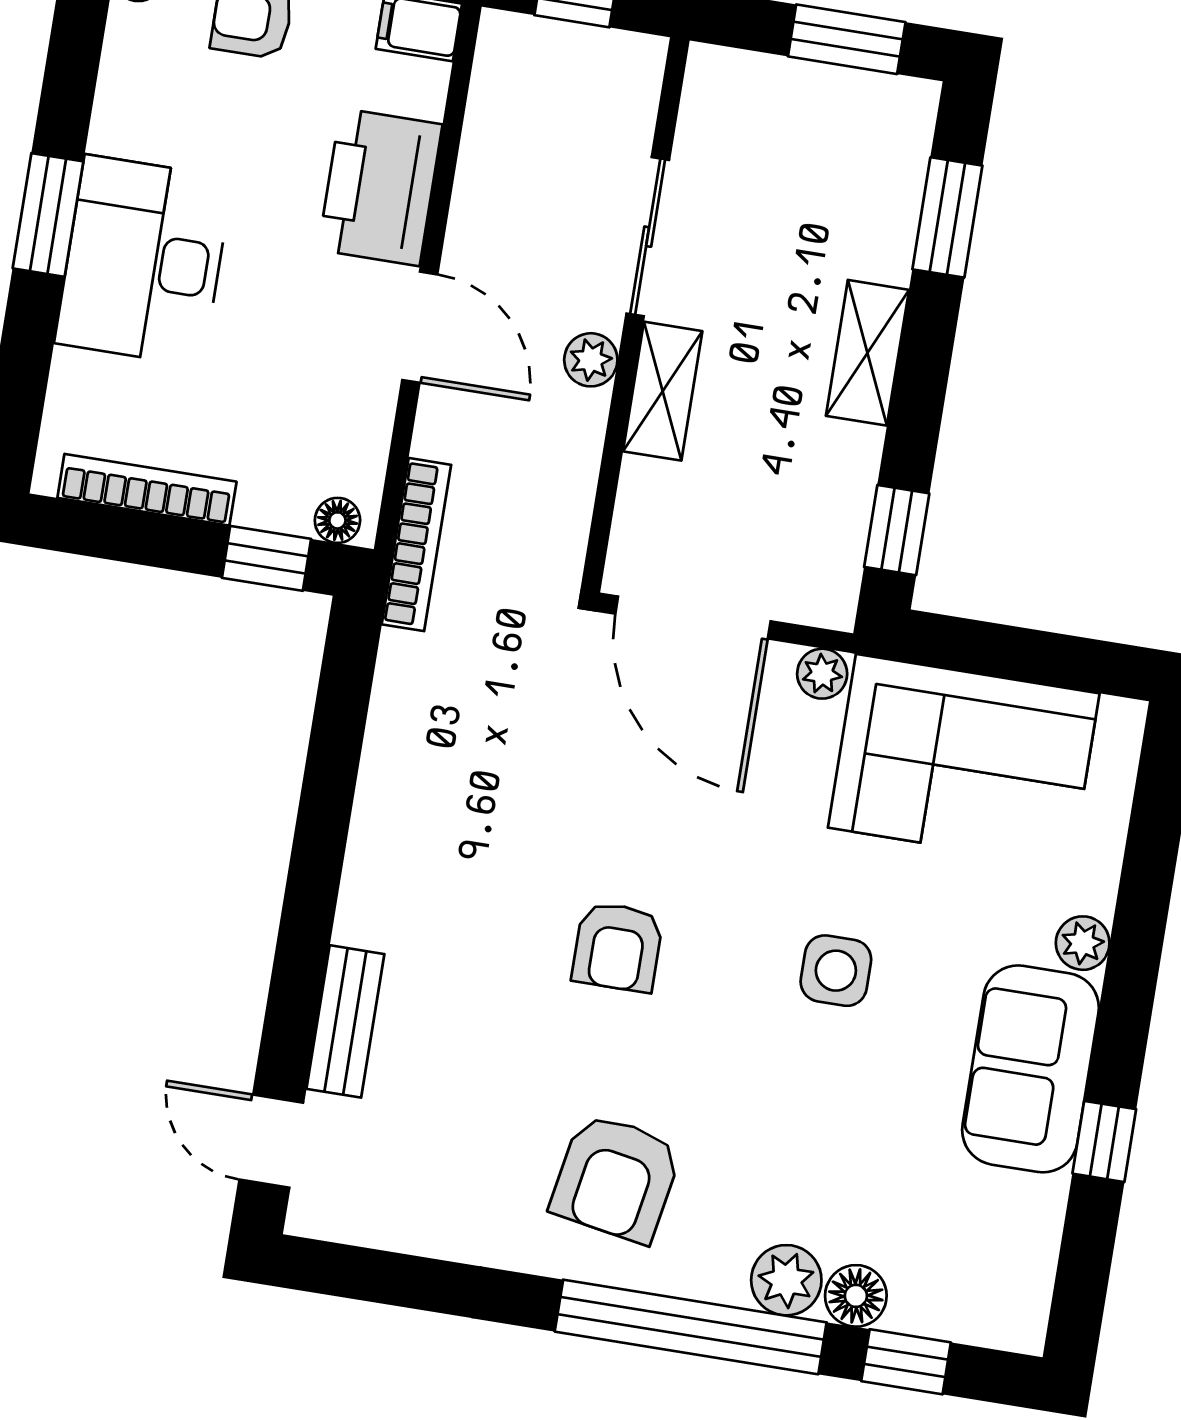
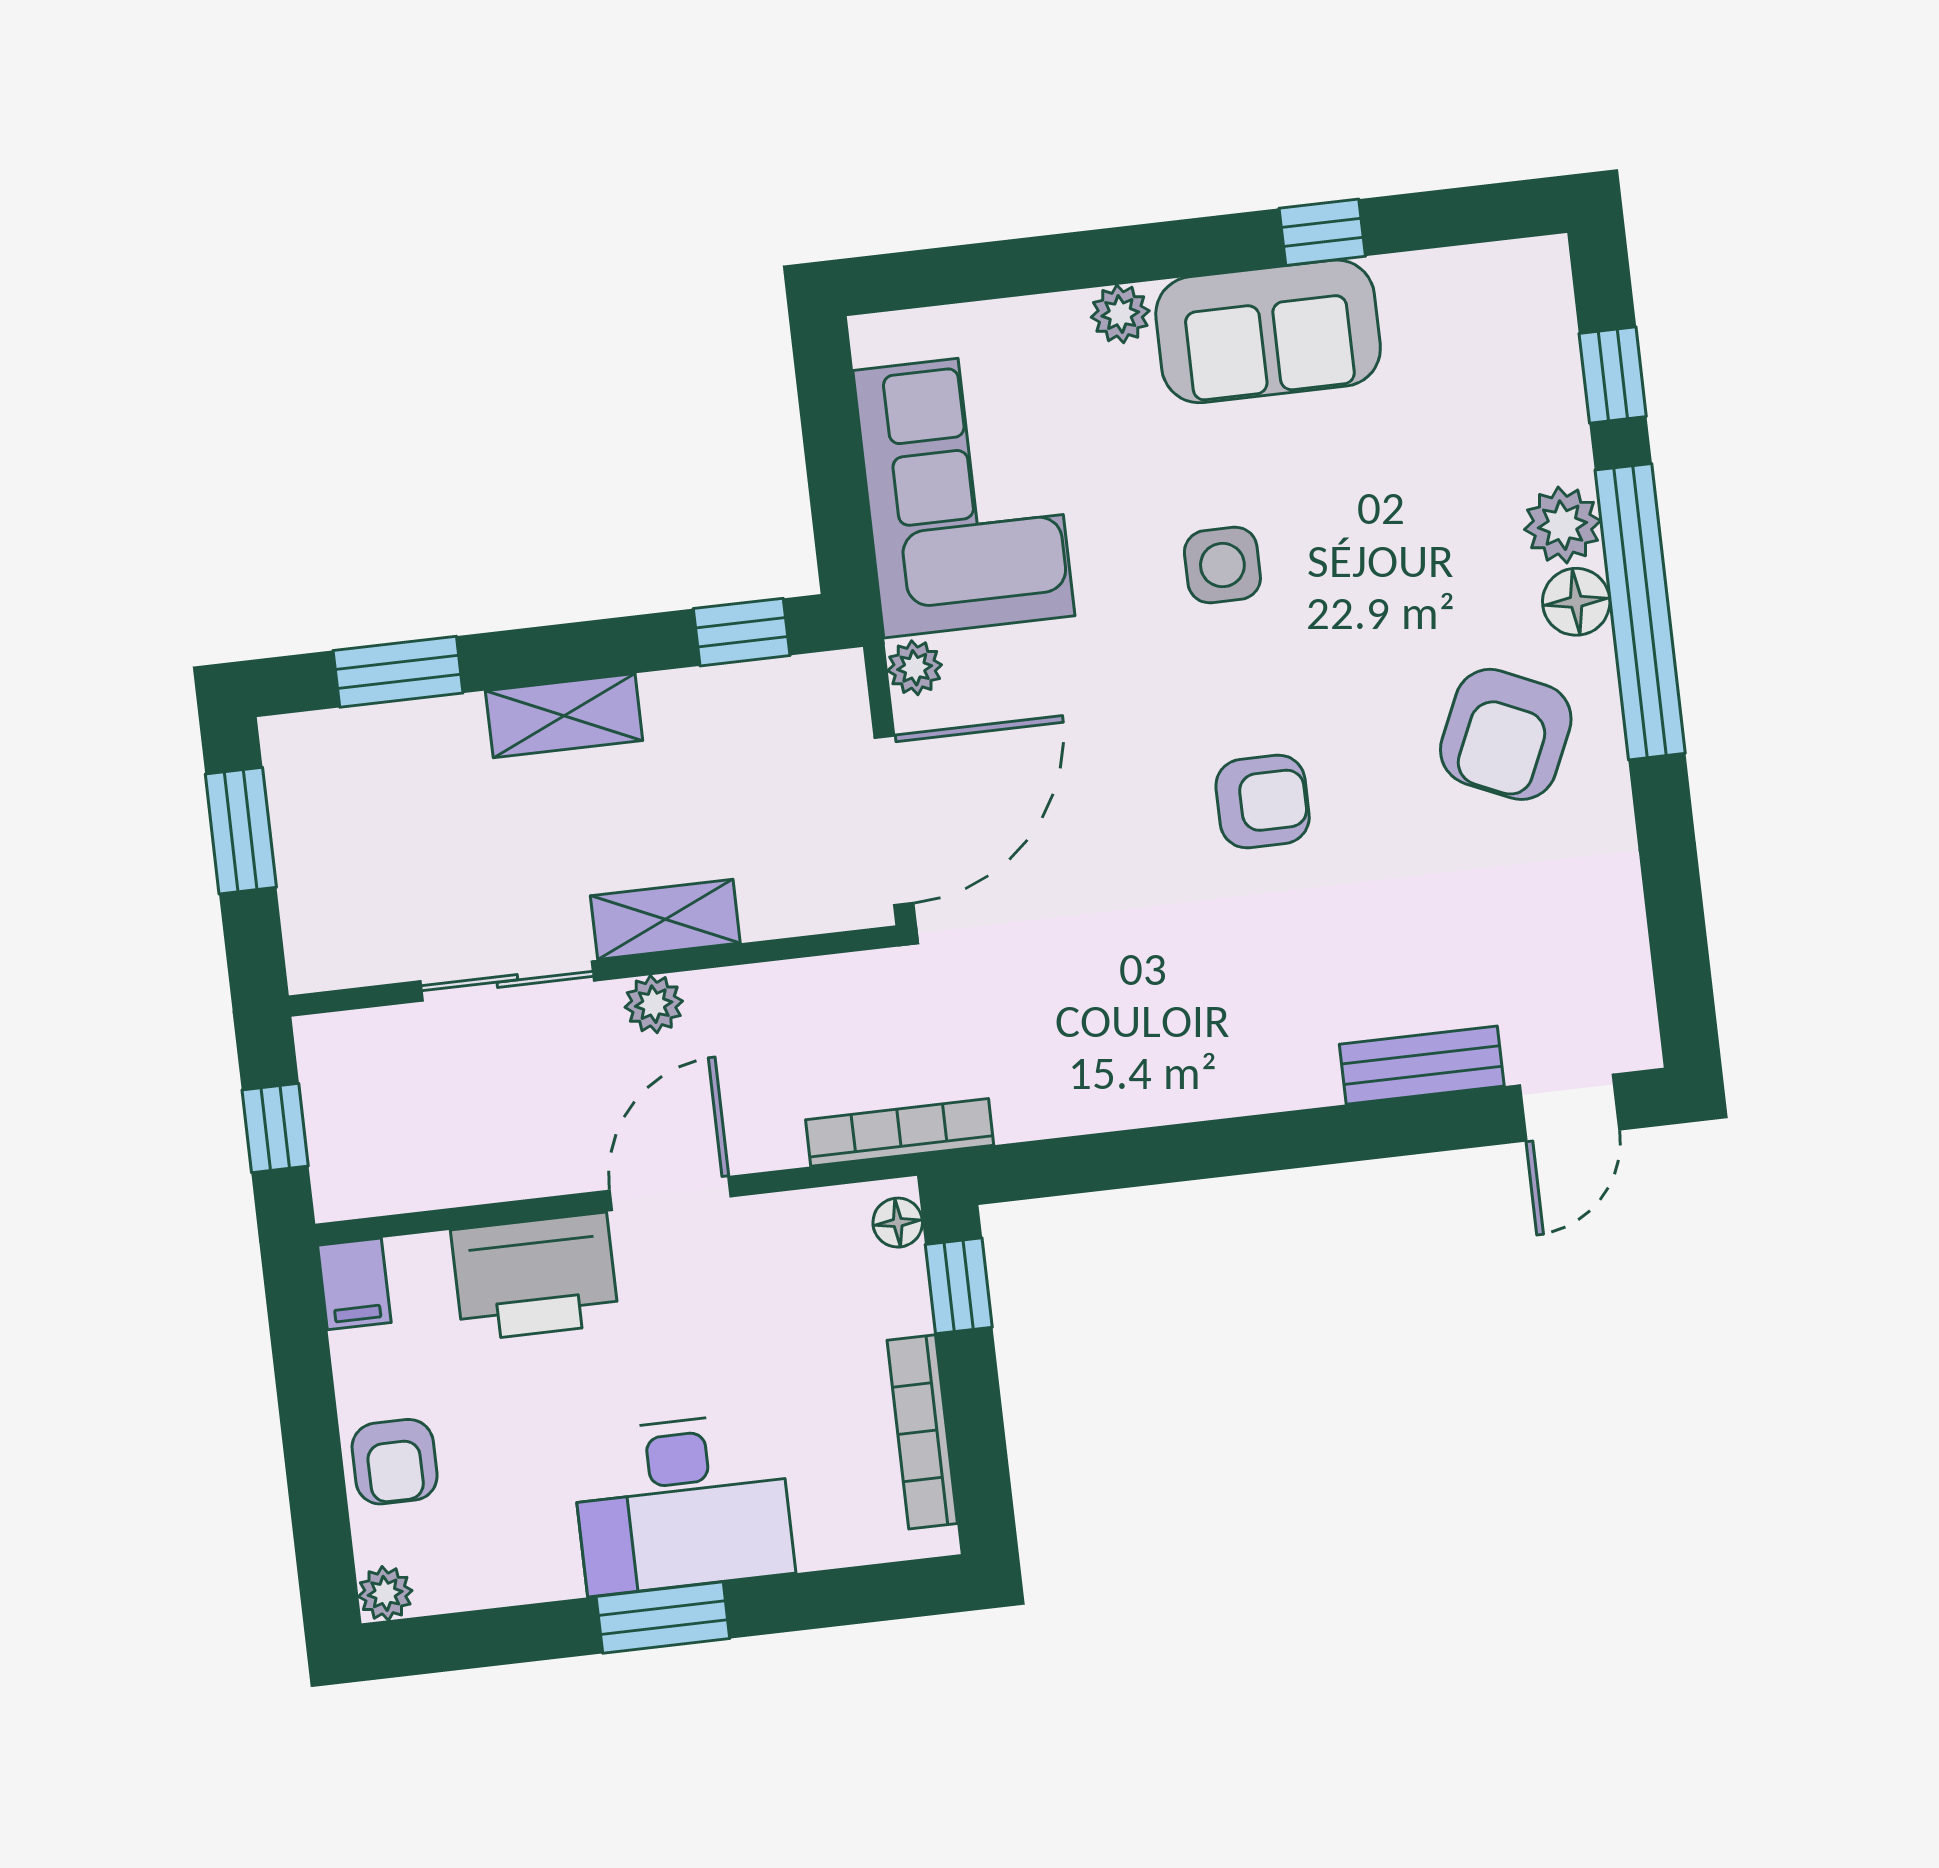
armchair: (616, 1178) -> (1506, 734), turned 104
floor lamp: (856, 1296) -> (1576, 602), moved

